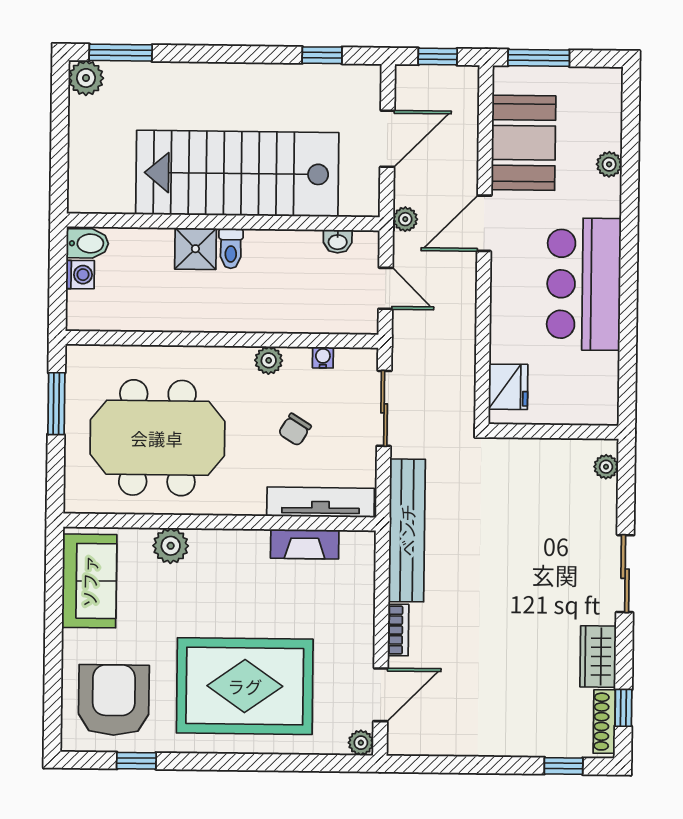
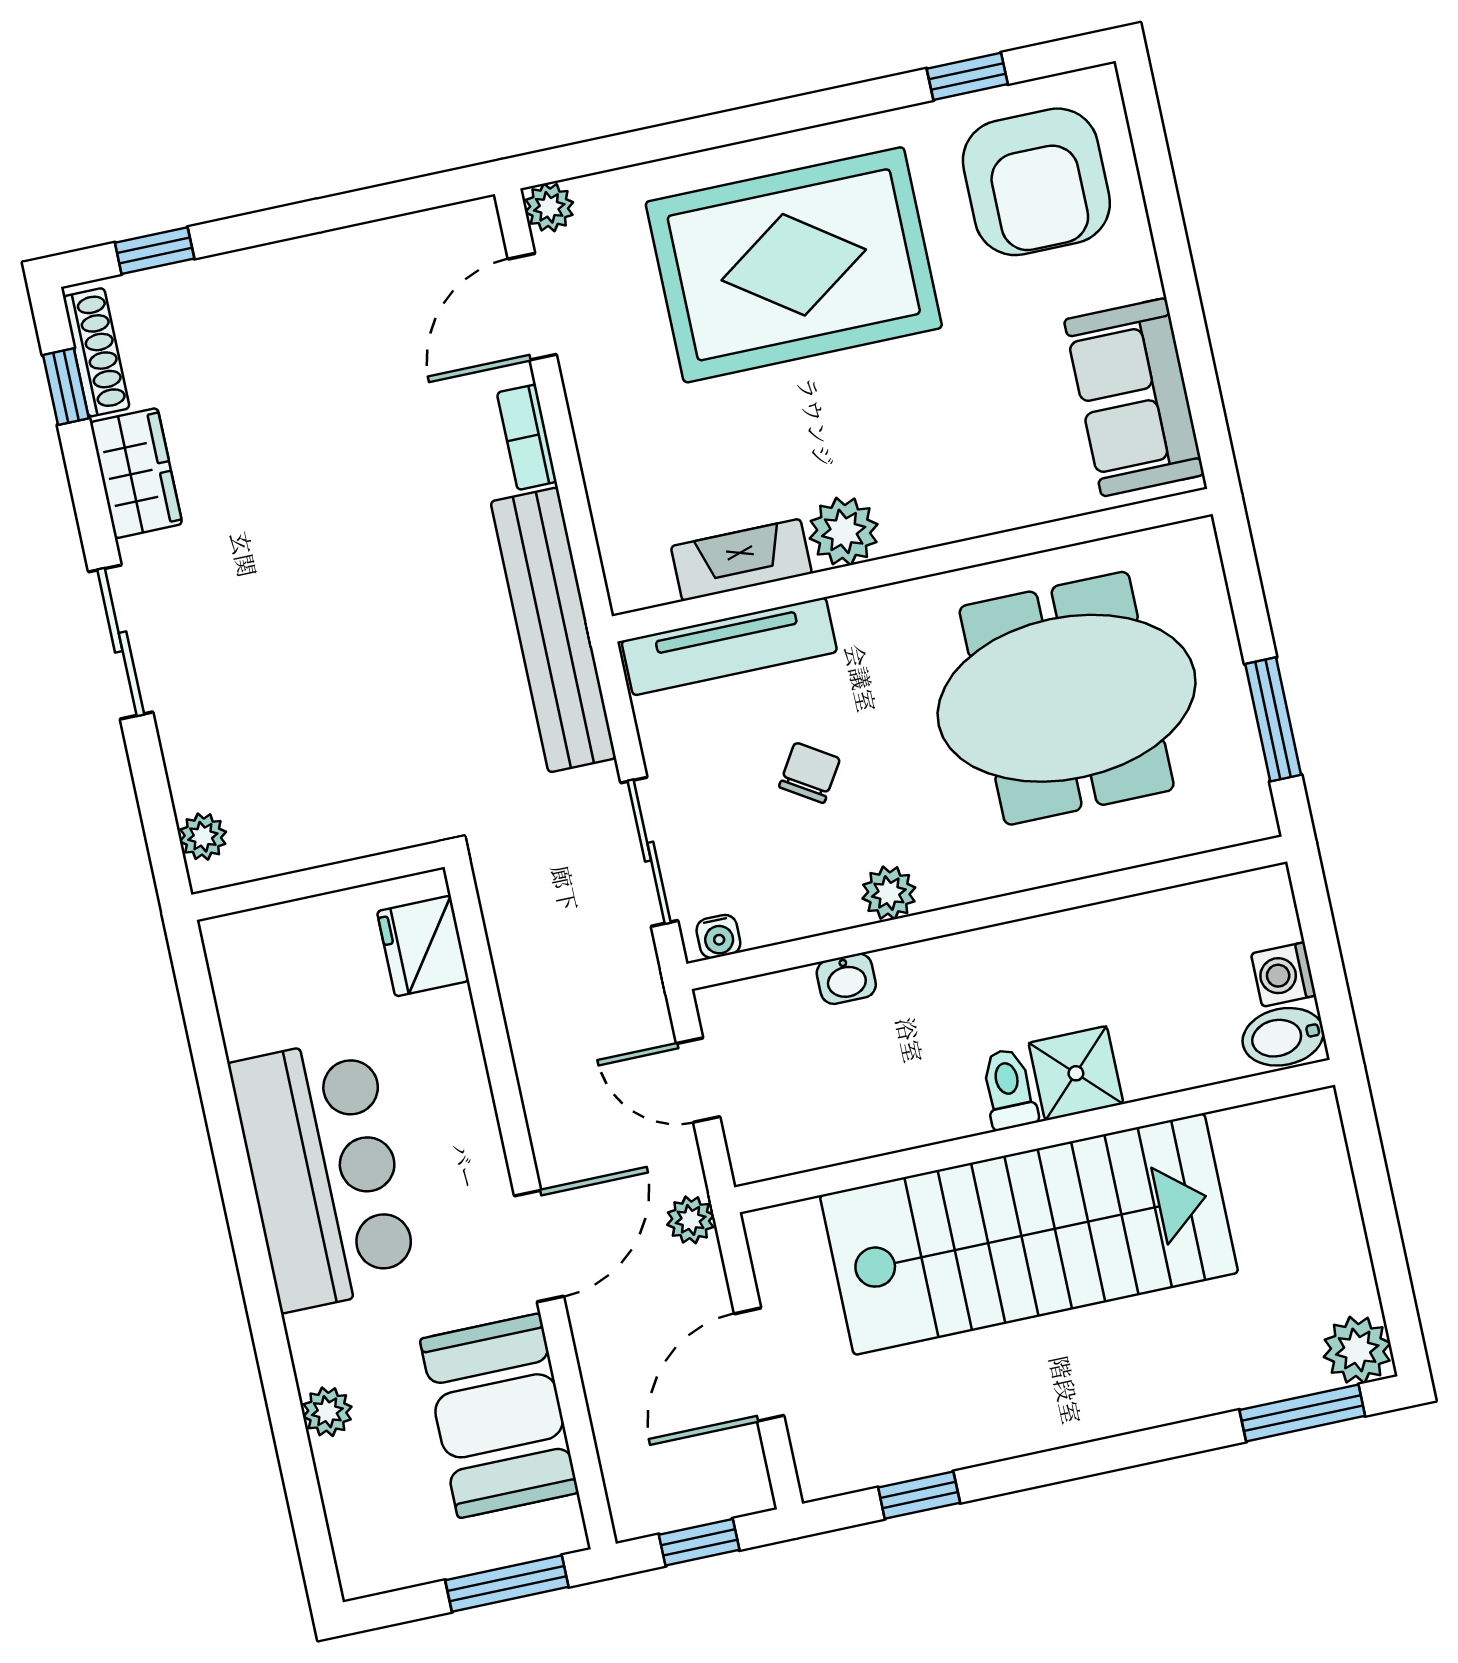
washbasin: (338, 241) -> (846, 979), moved, turned 180
water cooler: (323, 358) -> (718, 937), moved
plant: (171, 546) -> (844, 531), moved

